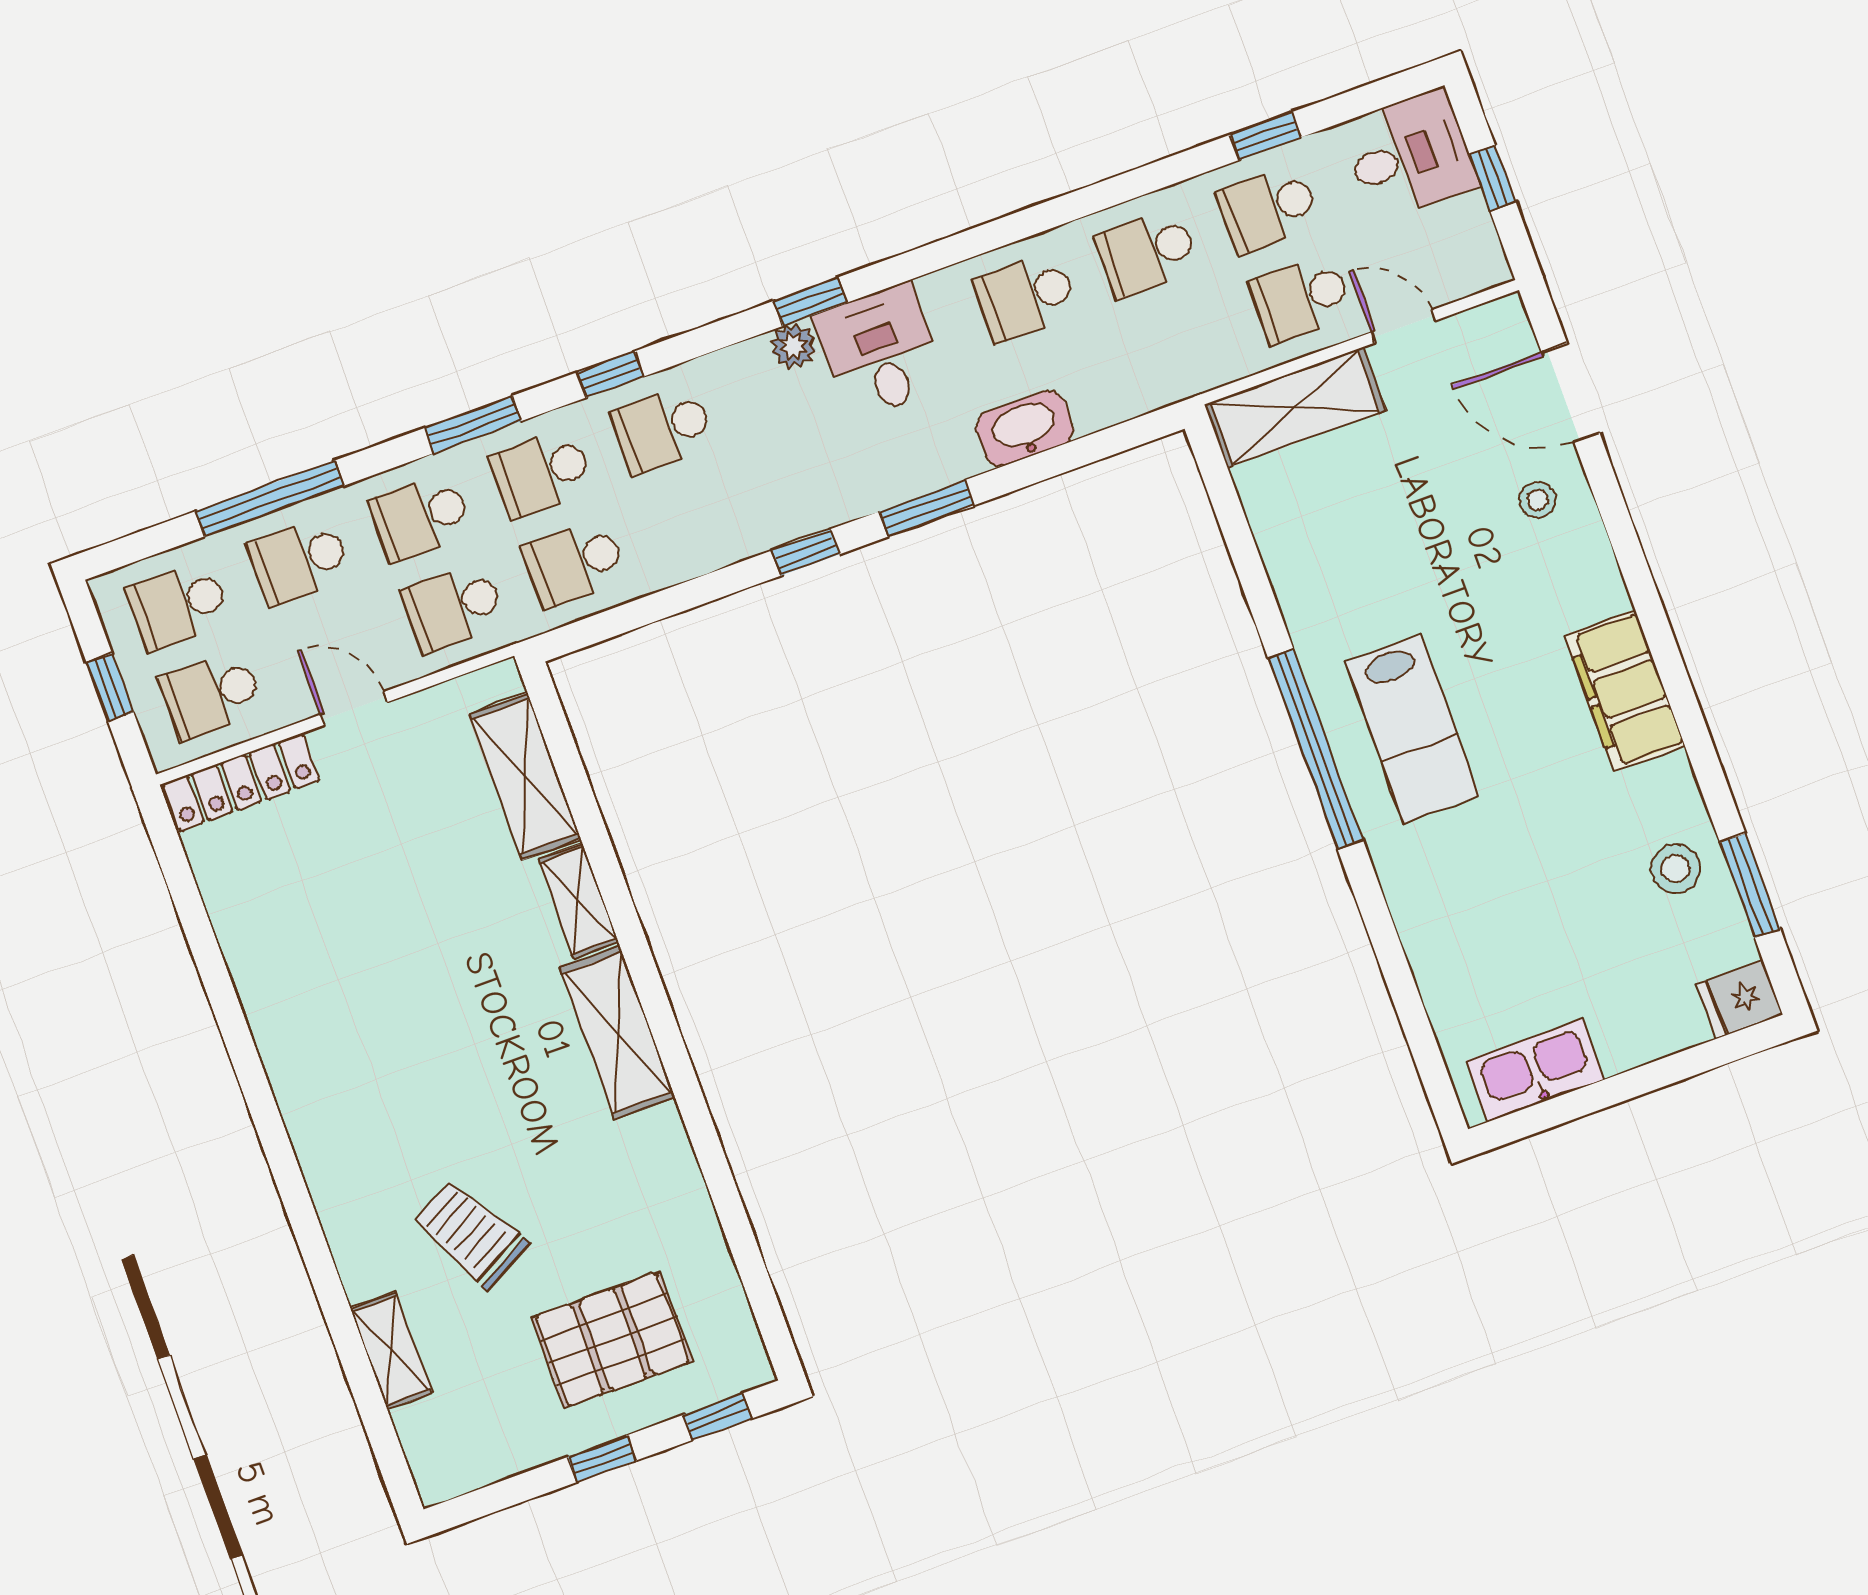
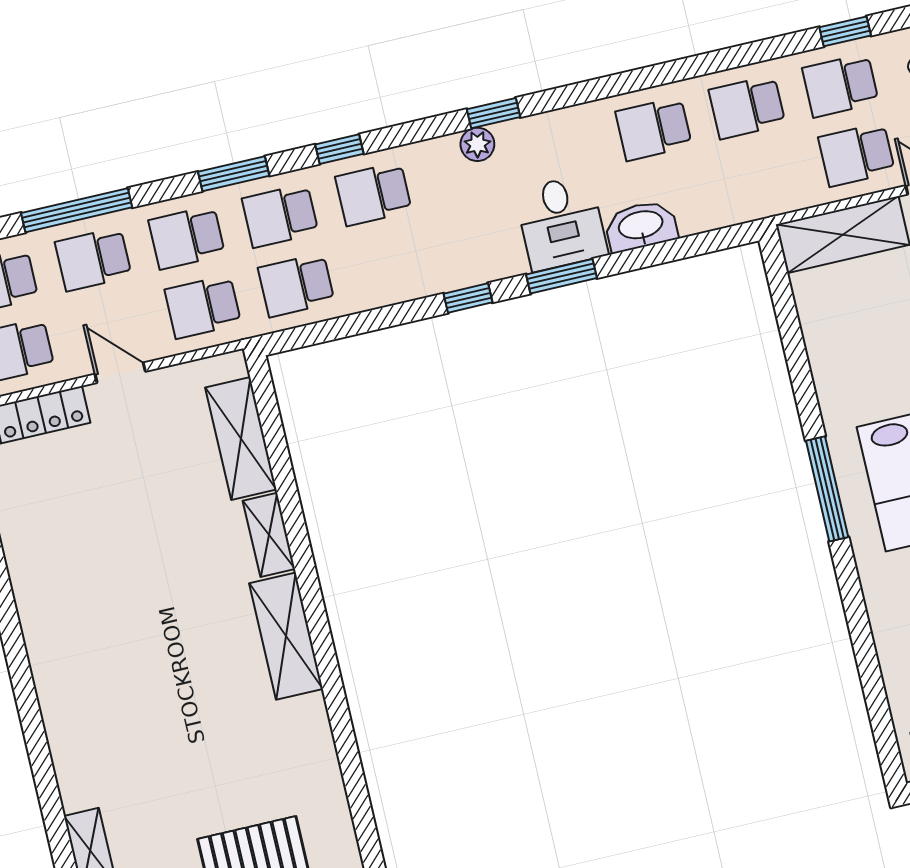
desk: (880, 351) -> (561, 223), moved, turned 180
window: (1315, 749) -> (827, 489), width x0.68
trolley: (471, 1234) -> (160, 772), removed

